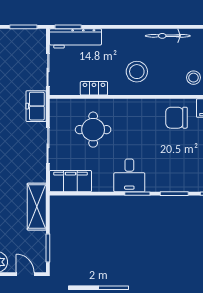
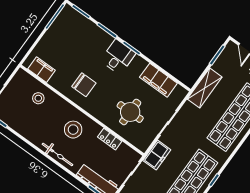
bicycle: (168, 36) -> (57, 154), moved
chair: (176, 118) -> (84, 85), moved
desk: (129, 175) -> (118, 57), moved
filing cabinet: (70, 181) -> (158, 80), moved

